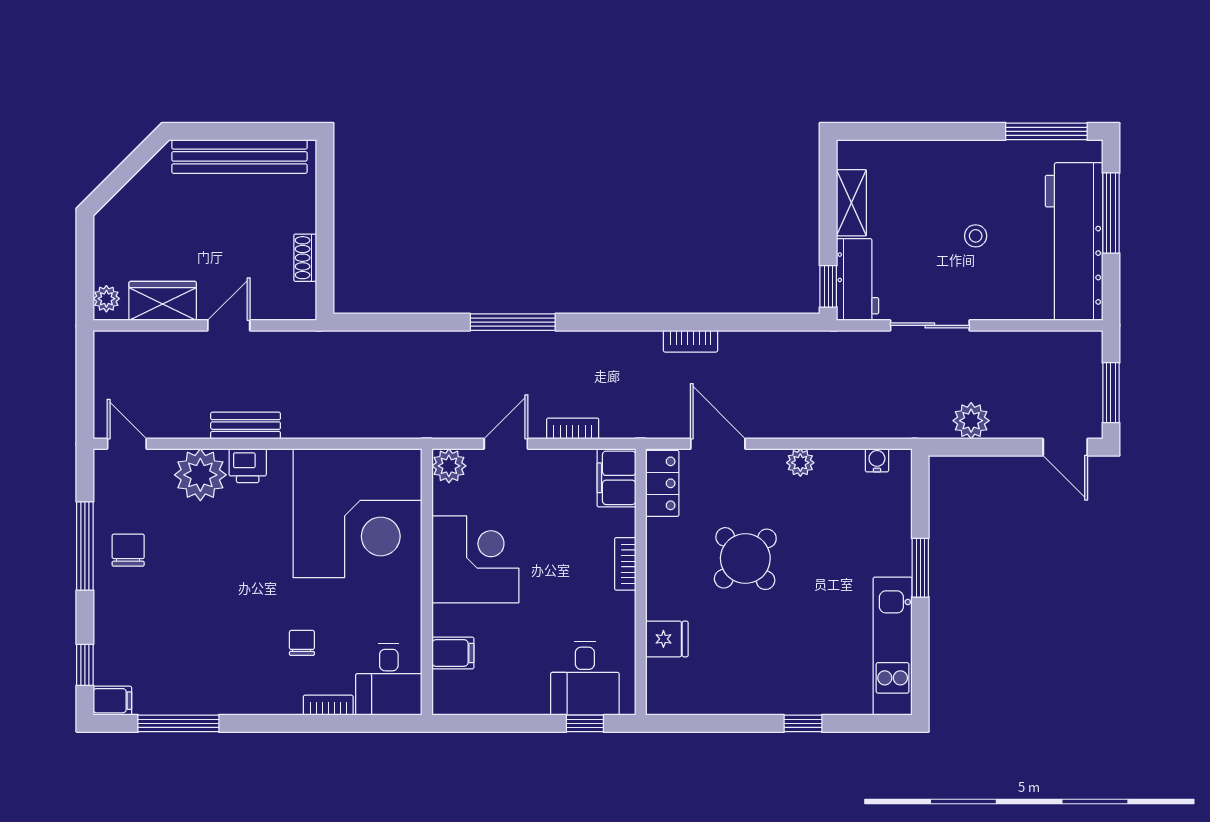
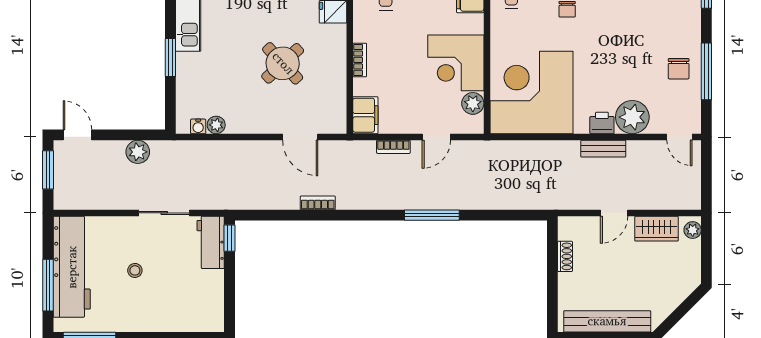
shelving: (851, 203) -> (215, 292), removed
plant: (800, 463) -> (216, 125), moved
plant: (449, 466) -> (473, 103), moved
locker: (662, 483) -> (336, 112), removed

